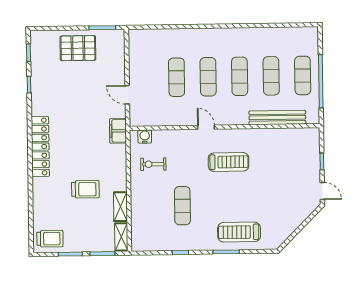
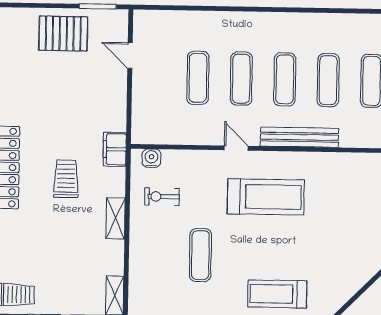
door: (127, 95) -> (130, 56), moved
bench: (277, 118) -> (299, 137), moved
treadmill: (229, 162) -> (266, 197), width x1.37, depth x1.38
trolley: (85, 189) -> (66, 179), moved, turned -90
shelving: (120, 207) -> (116, 218), moved

